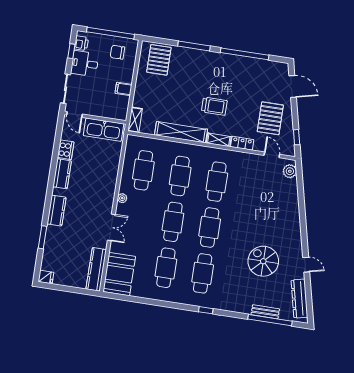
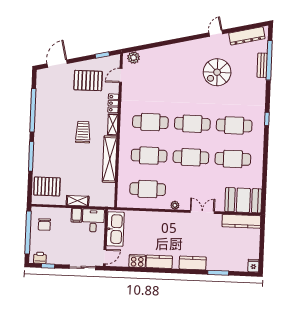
desk: (85, 64) -> (93, 220), moved, turned 180
shelving: (135, 120) -> (78, 201), moved

